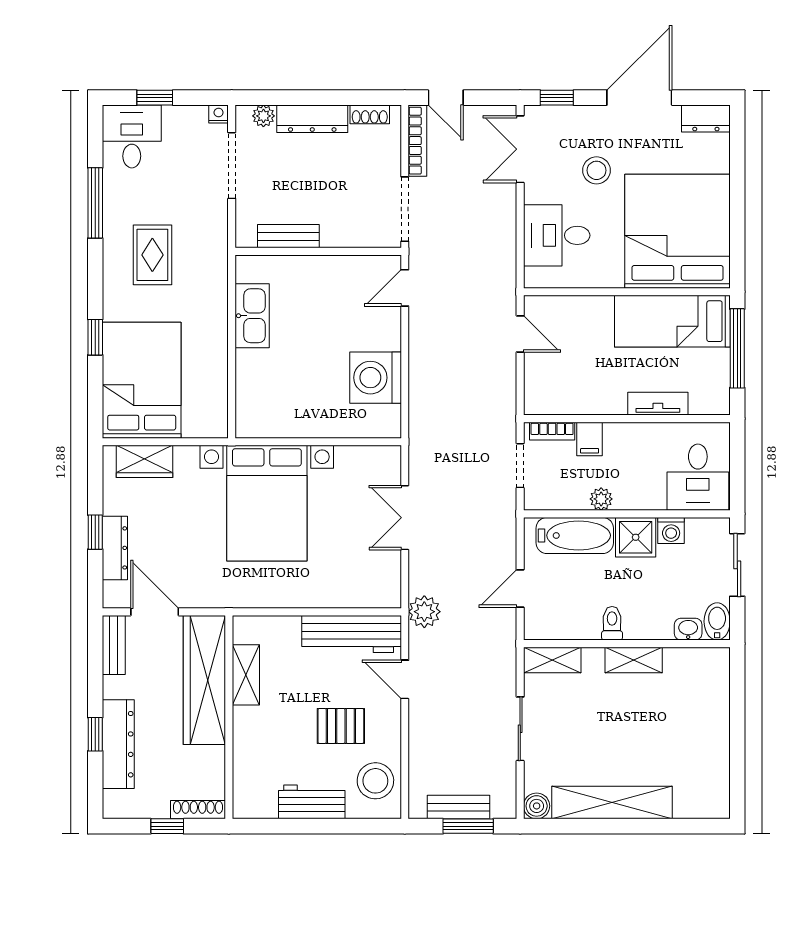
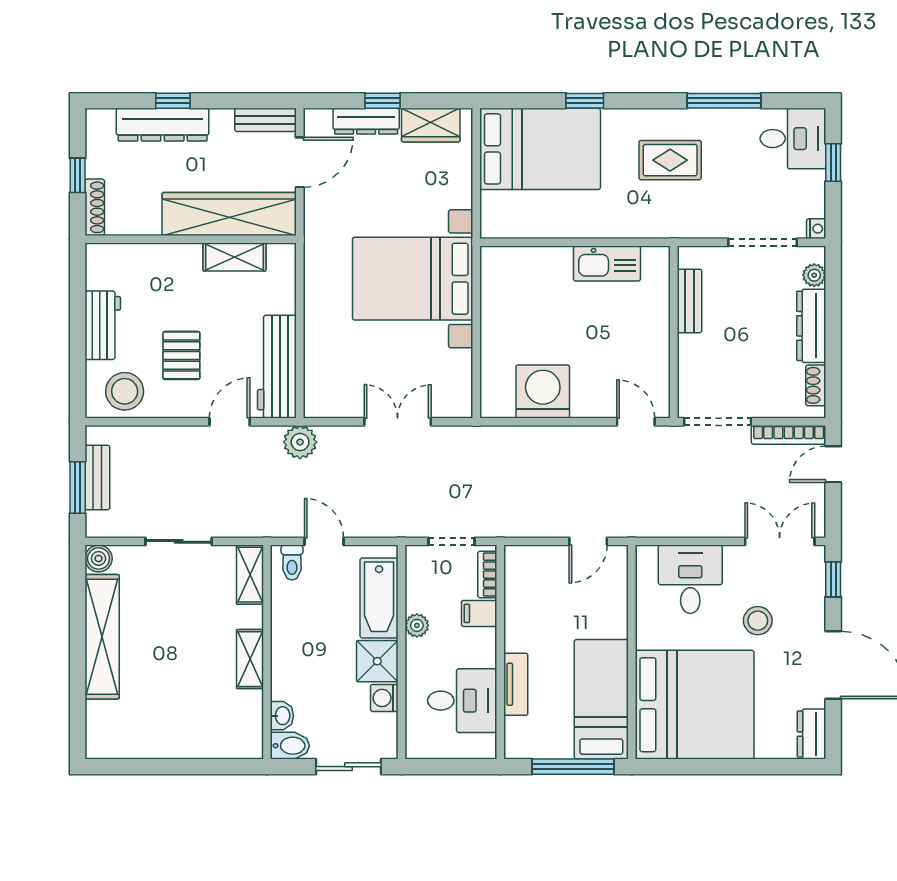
wardrobe: (144, 461) -> (431, 125), moved, turned -90
desk: (698, 477) -> (462, 701), moved, turned 180
toilet: (612, 623) -> (292, 563), moved, turned 90

